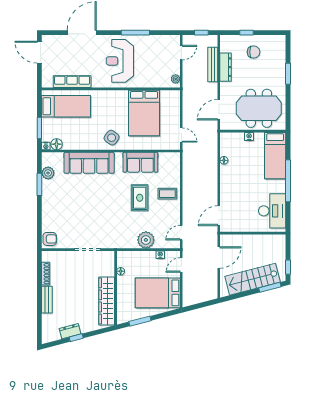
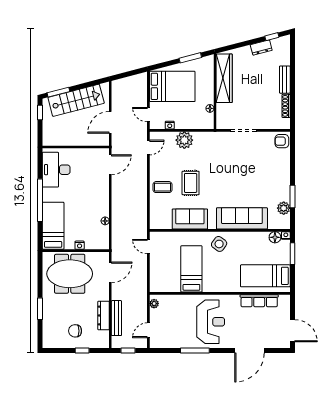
bed: (144, 113) -> (191, 269), width x0.67
door: (181, 265) -> (148, 115), swing flipped
window: (76, 338) -> (272, 37), moved

